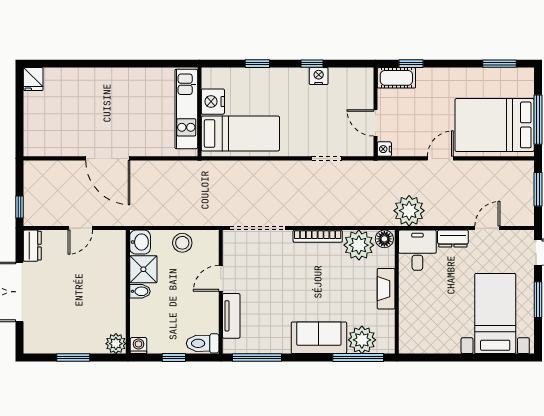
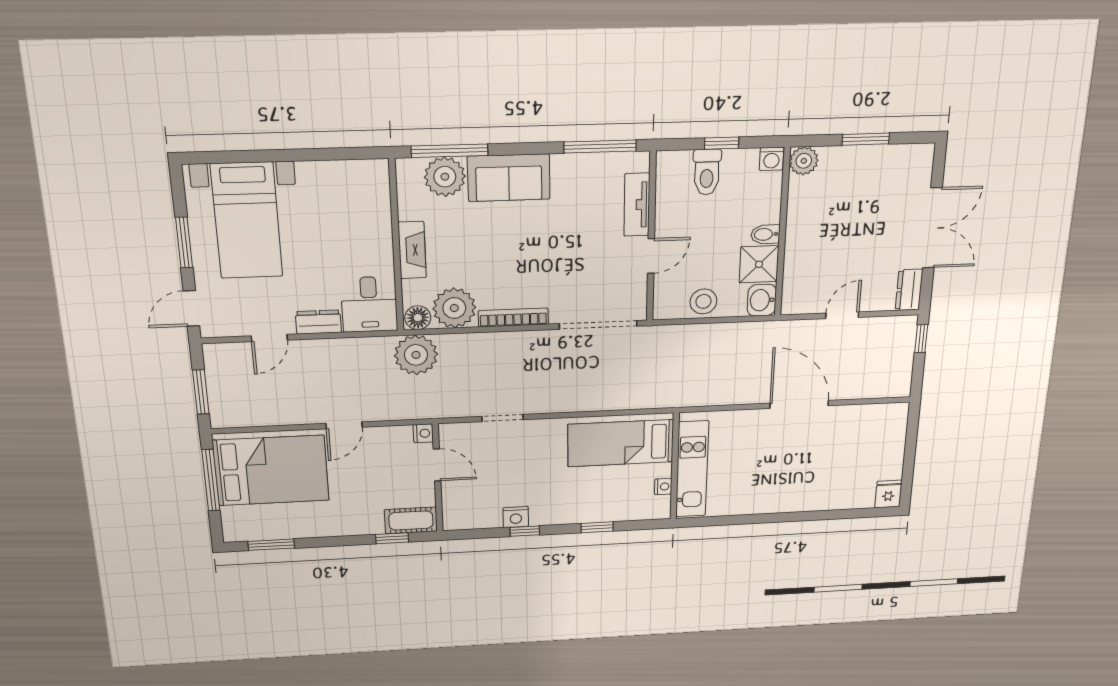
nightstand: (213, 102) -> (663, 487), width x0.53, depth x0.56
plant: (409, 211) -> (416, 355), moved
toilet: (203, 343) -> (707, 172), moved, turned 90

